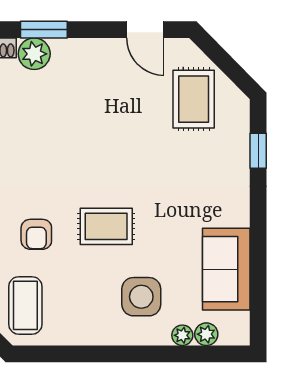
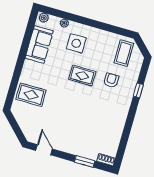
plant: (34, 54) -> (91, 153), removed
rug: (194, 99) -> (31, 95), moved, turned 90
window: (258, 151) -> (13, 88), removed
plant: (206, 334) -> (44, 18), moved

